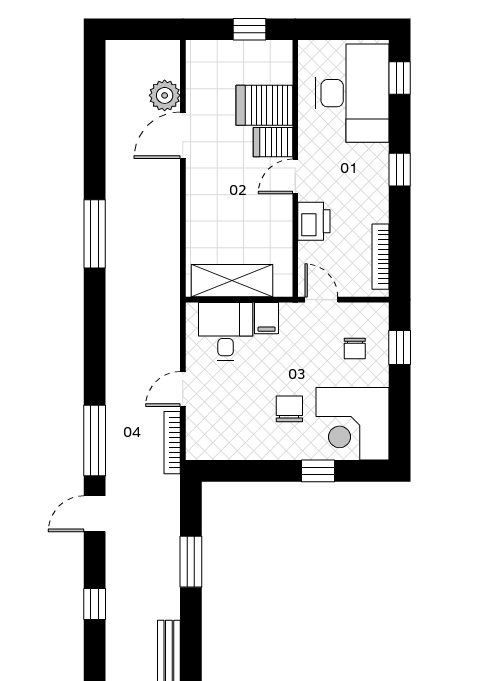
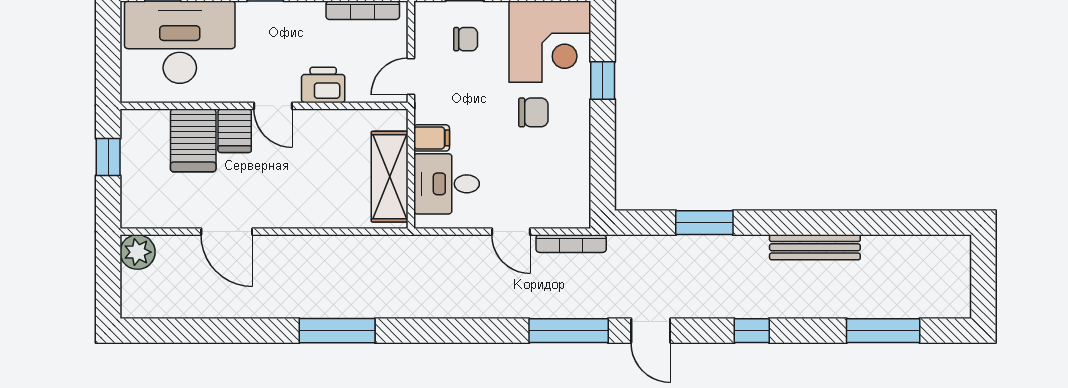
plant: (165, 95) -> (138, 252), moved
chair: (289, 409) -> (533, 112), turned 180

